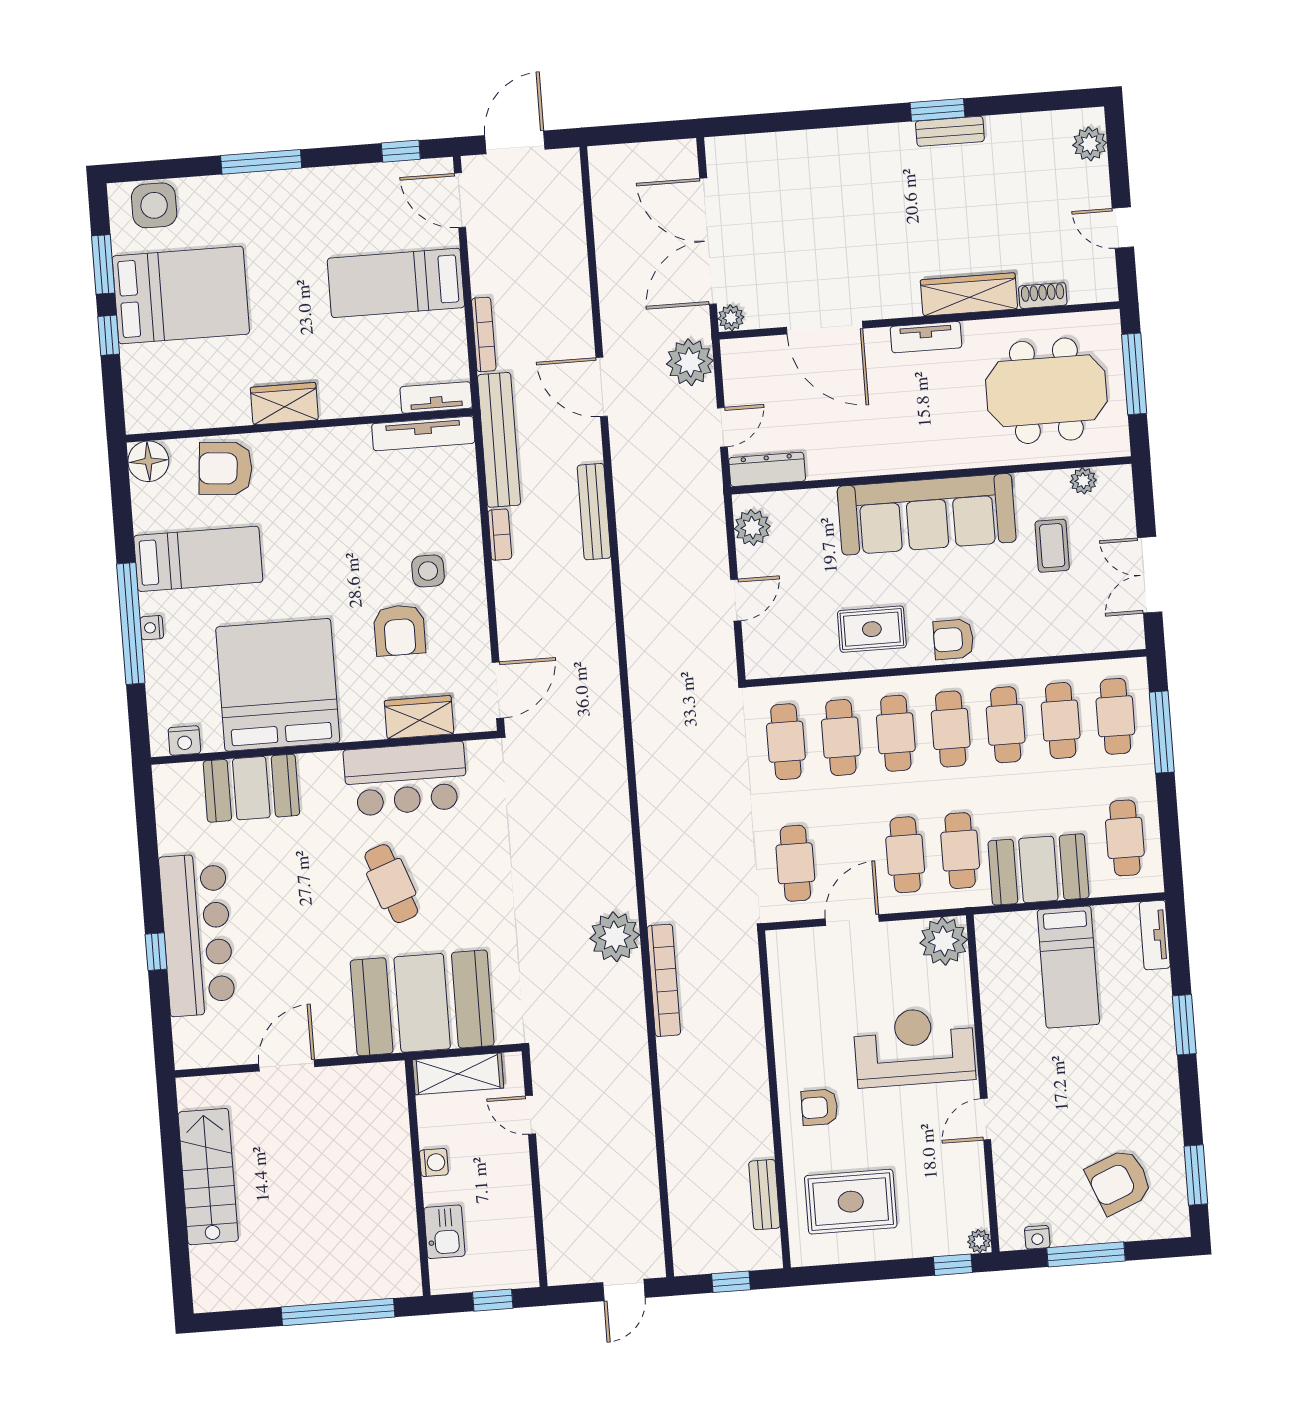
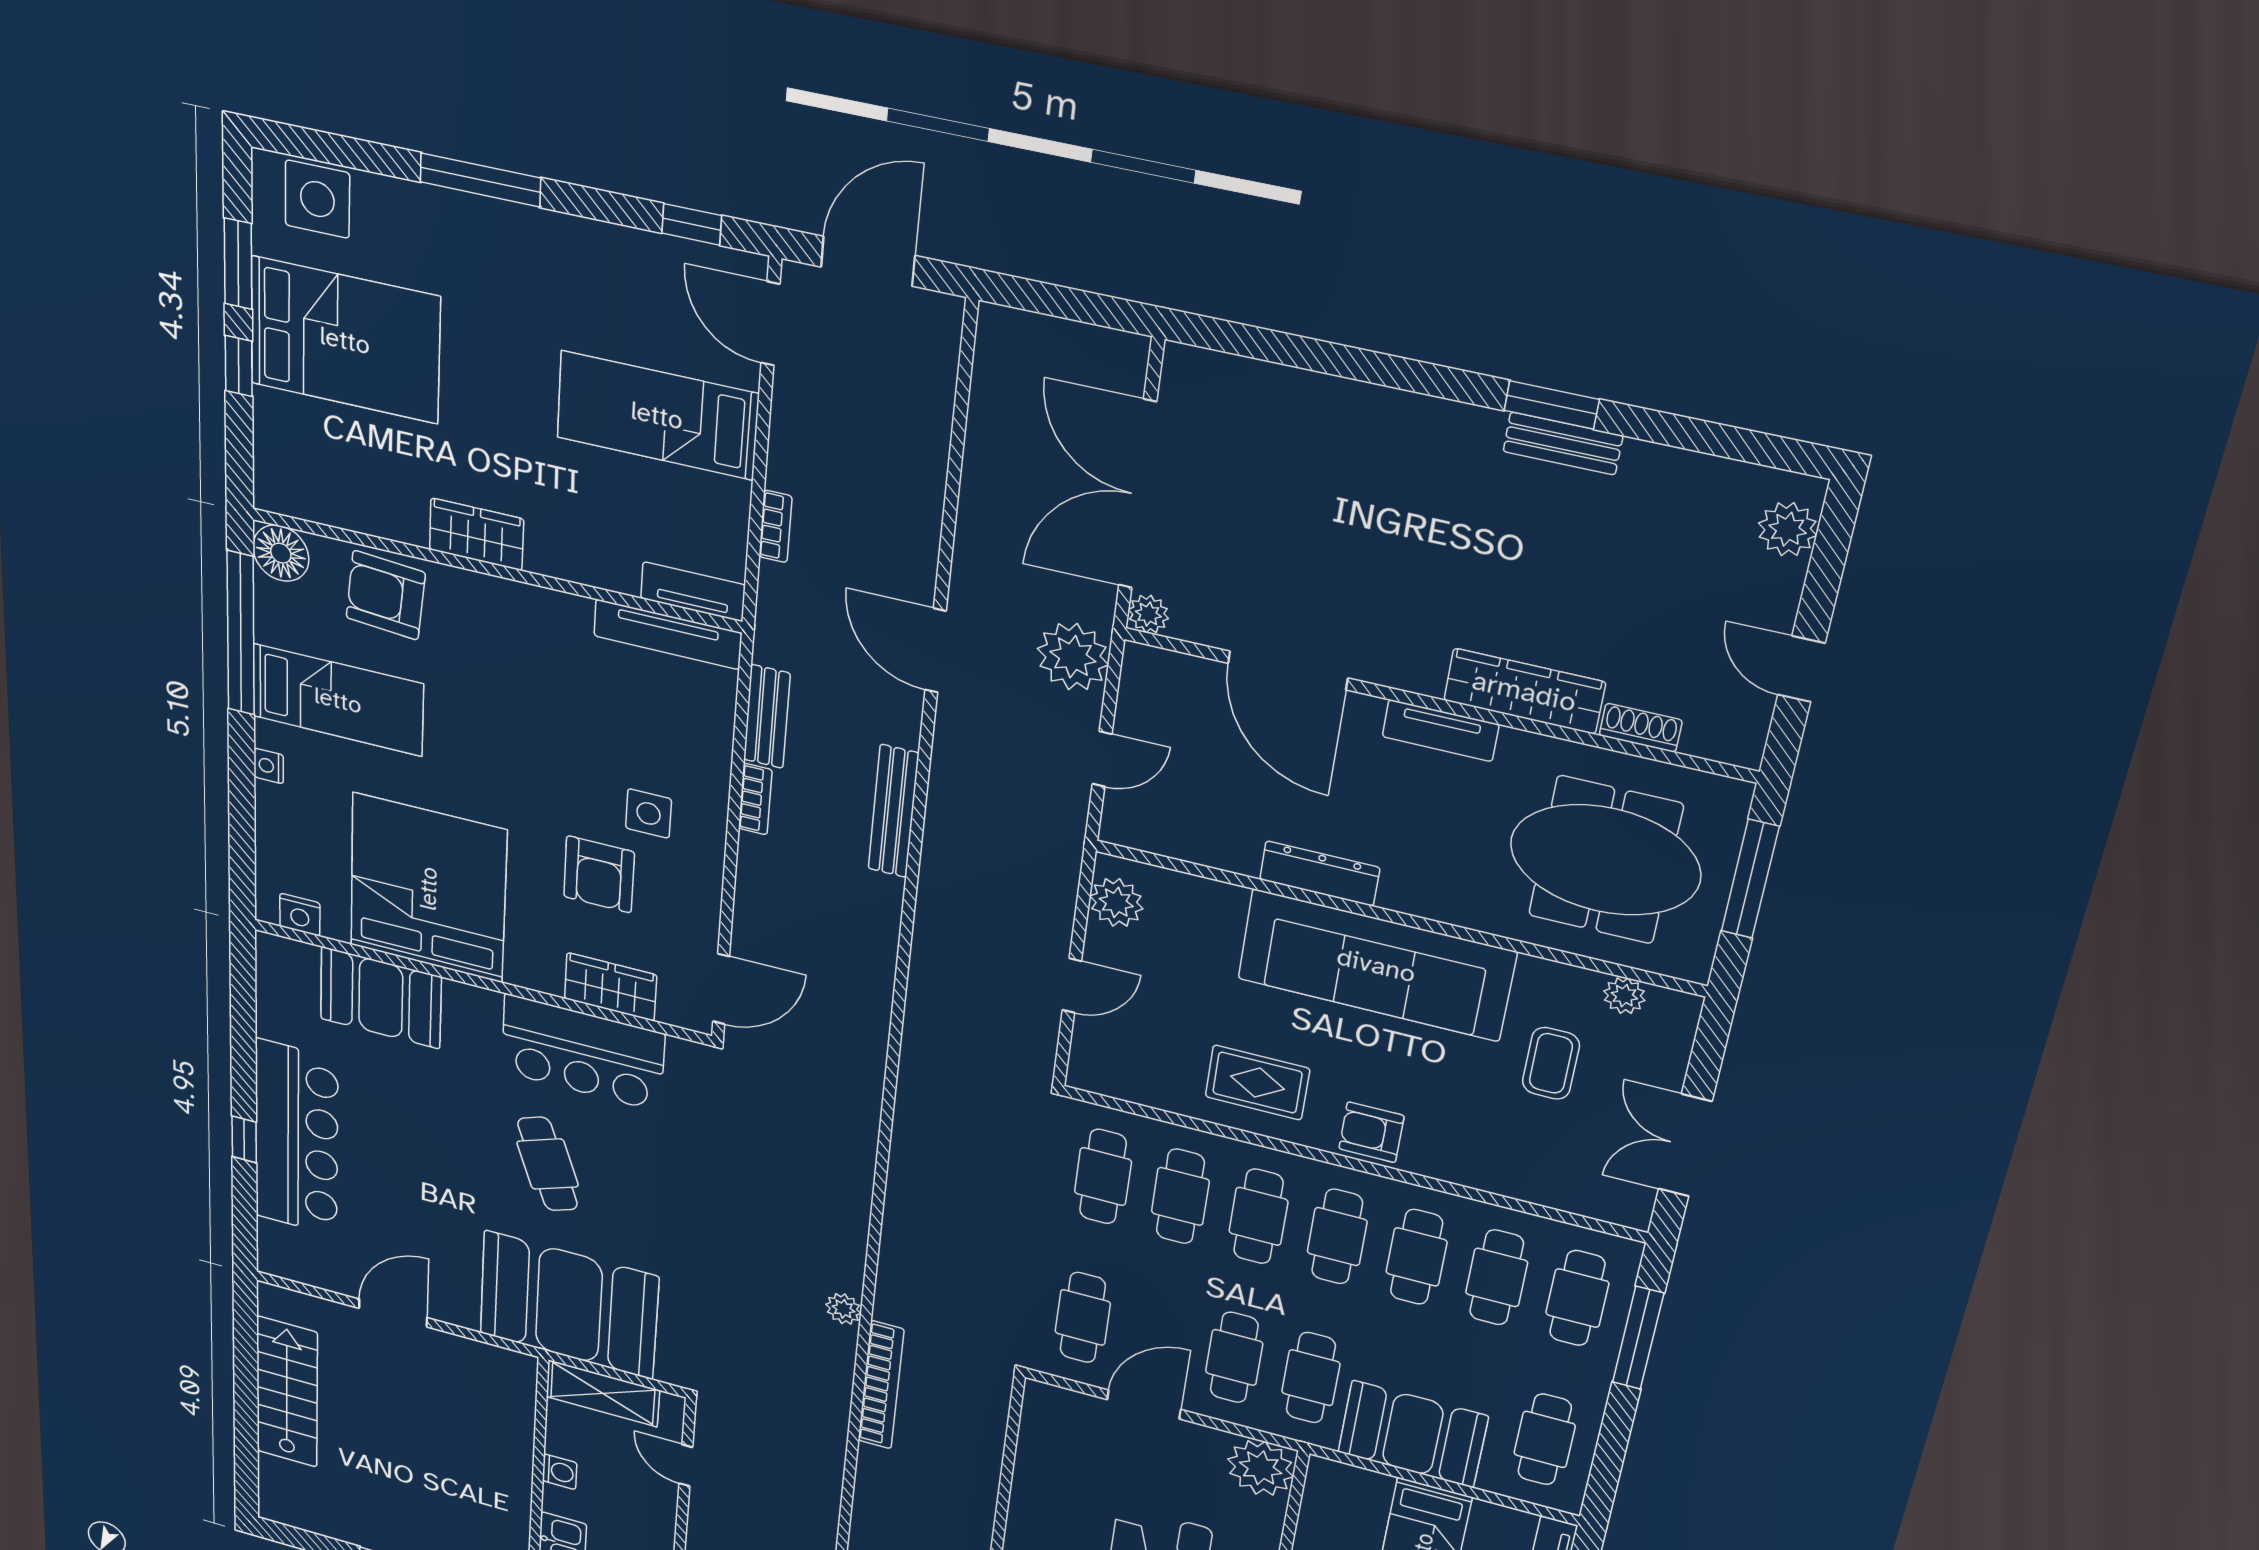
bookcase: (484, 334) -> (775, 526), width x0.64
bench: (499, 440) -> (767, 716), width x0.54, depth x0.82
dresser: (767, 469) -> (1320, 873), moved
window: (131, 623) -> (241, 633), moved
plant: (615, 937) -> (843, 1309), width x0.53, depth x0.53

